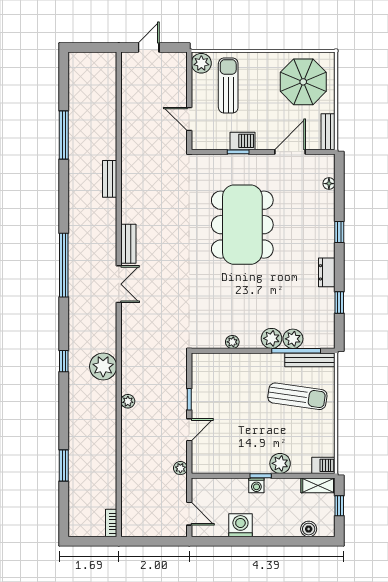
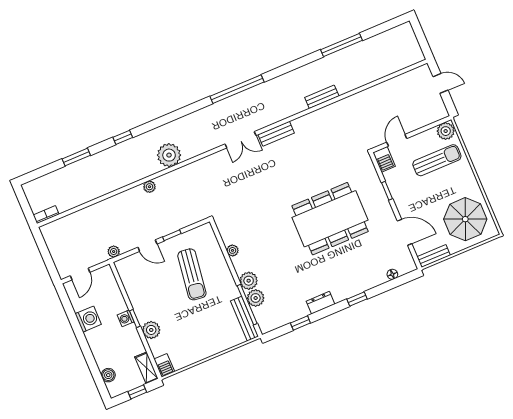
barbecue: (242, 141) -> (384, 159), moved
window: (64, 361) -> (123, 137), moved
sun lounger: (297, 396) -> (192, 274), moved

